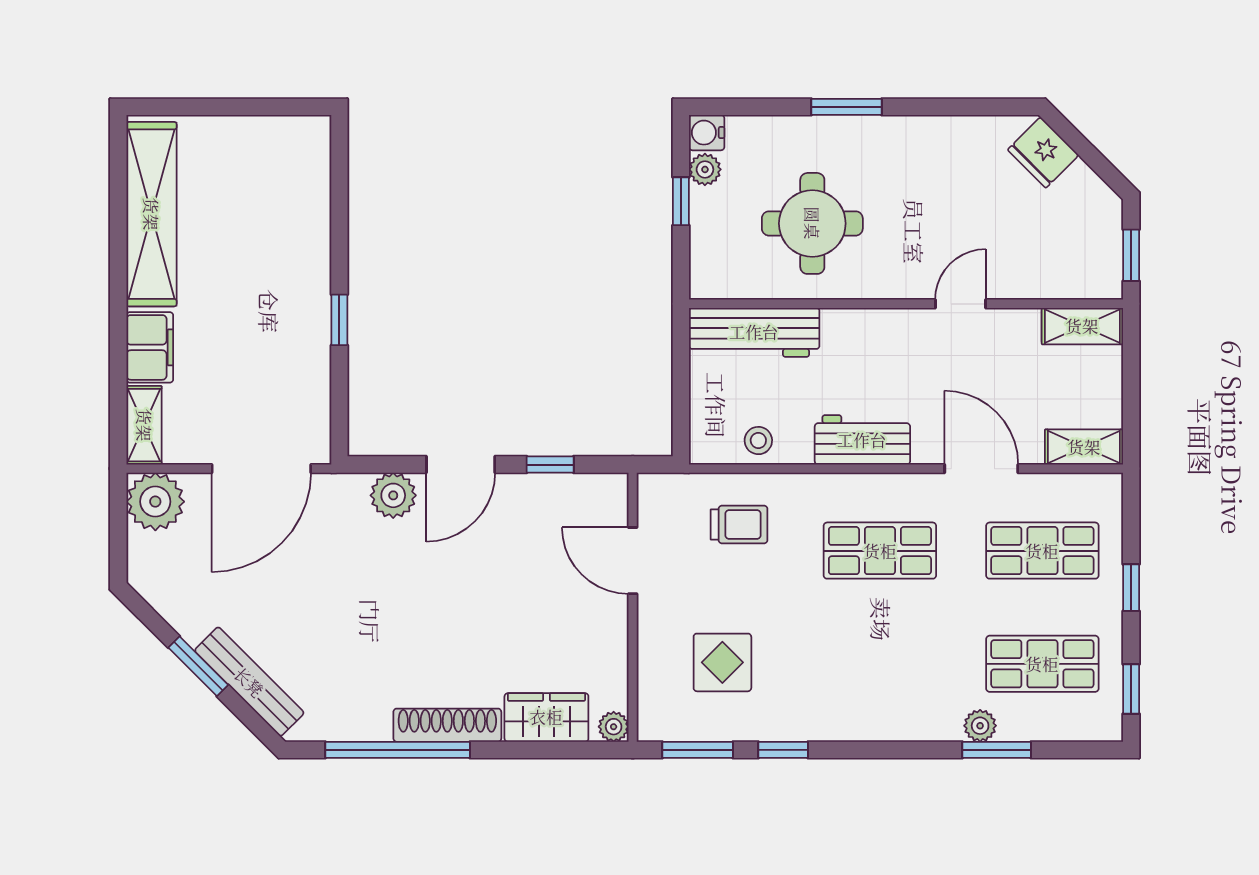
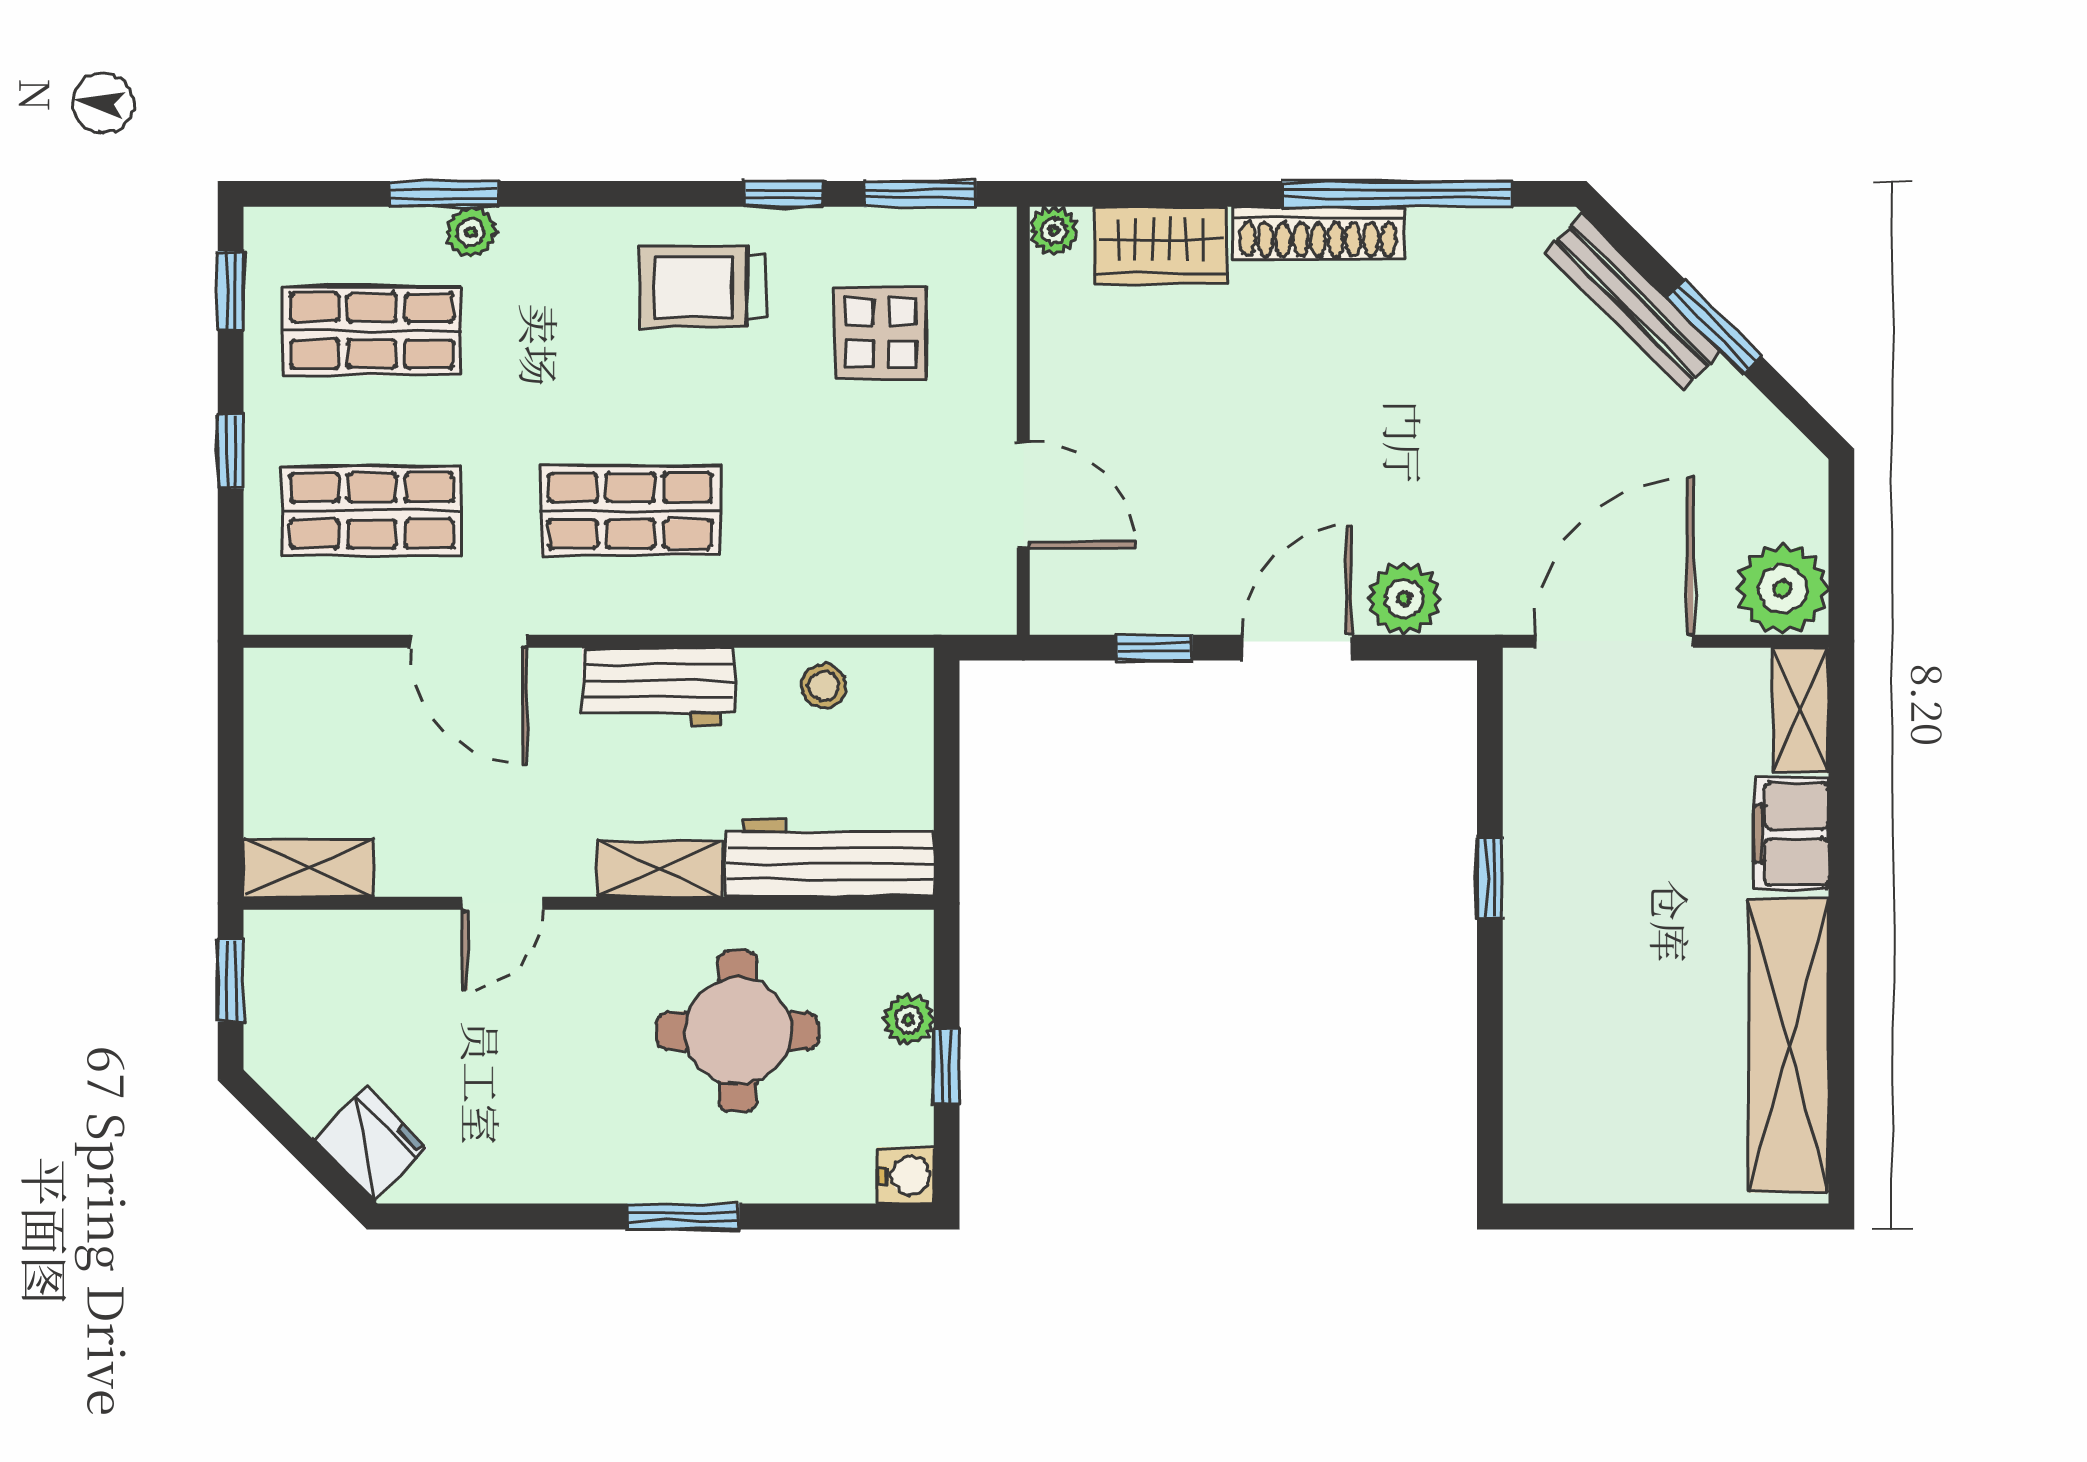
plant: (705, 169) -> (908, 1020), moved
shelving: (1084, 447) -> (659, 869), moved
trolley: (739, 525) -> (702, 286), moved, width x1.36, depth x1.39

